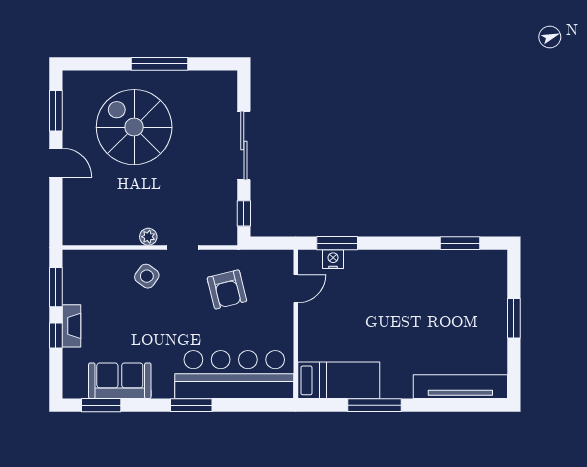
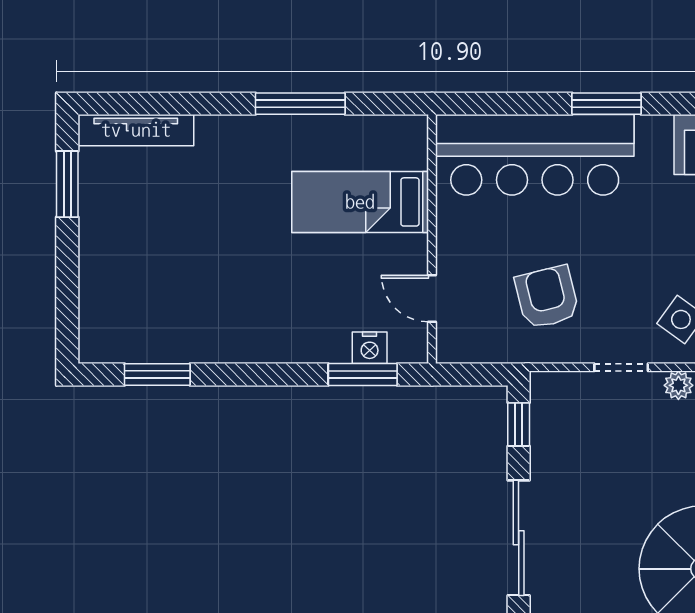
door: (296, 289) -> (432, 299), hinge flipped
window: (514, 318) -> (67, 184), moved
bed: (339, 380) -> (360, 202), moved
tv unit: (460, 387) -> (136, 130), width x0.73, depth x0.78

